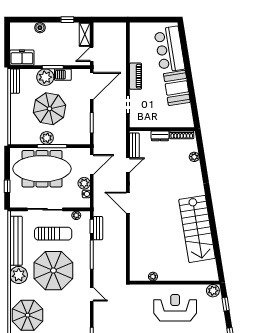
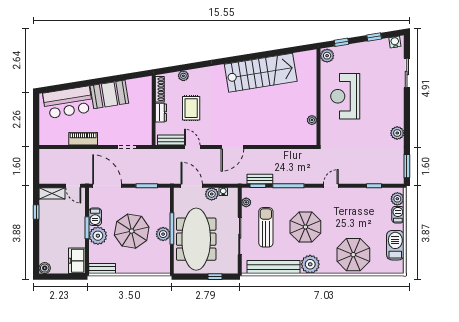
boiler: (40, 28) -> (45, 268), moved
piano: (136, 76) -> (83, 139), moved
rug: (164, 164) -> (191, 108), added
parasol: (53, 271) -> (305, 227), width x0.73, depth x0.73

